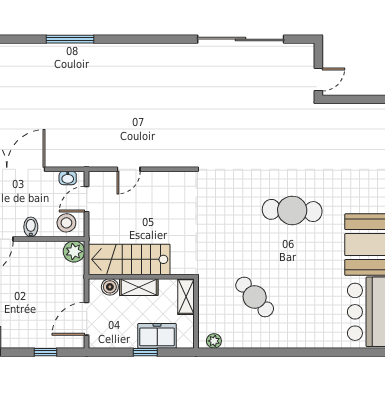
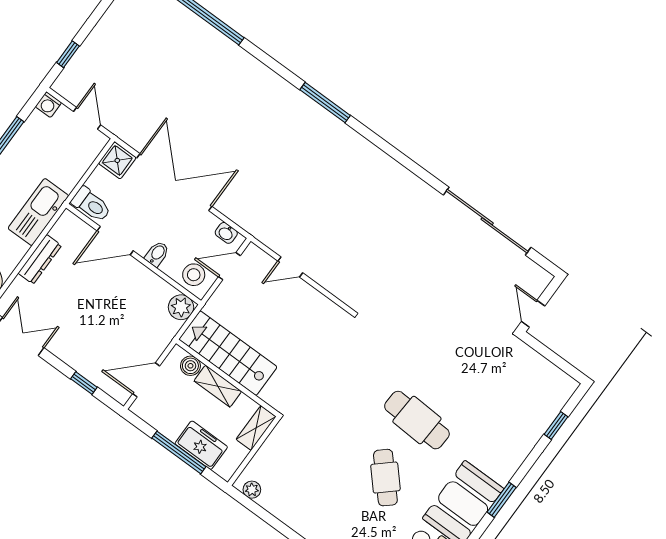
door: (318, 79) -> (533, 314), swing flipped
cafe table: (255, 297) -> (385, 478), moved
window: (145, 352) -> (179, 452), width x2.17

